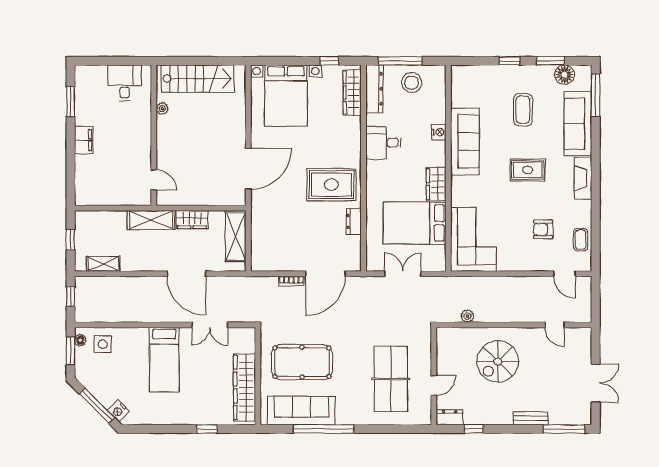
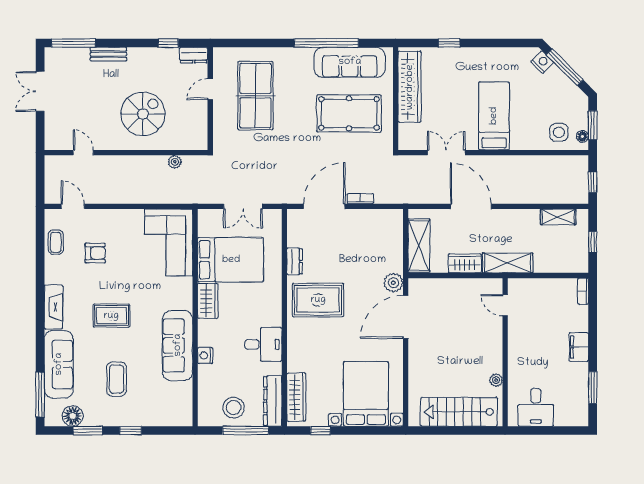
bookcase: (80, 193) -> (583, 291), added
plant: (260, 201) -> (393, 283), added

